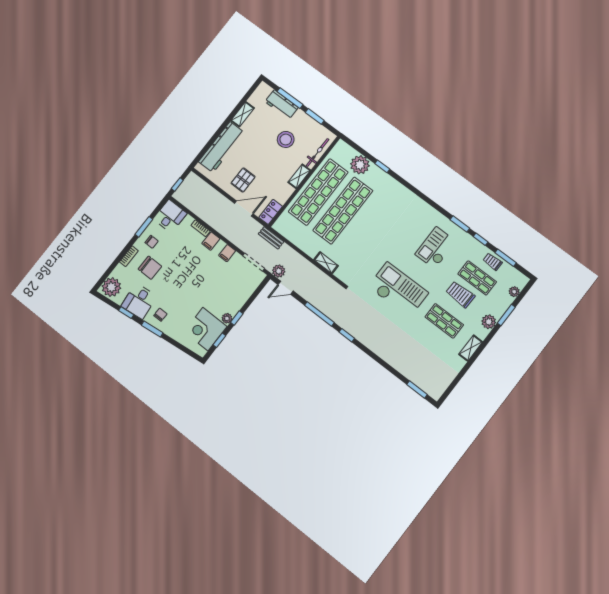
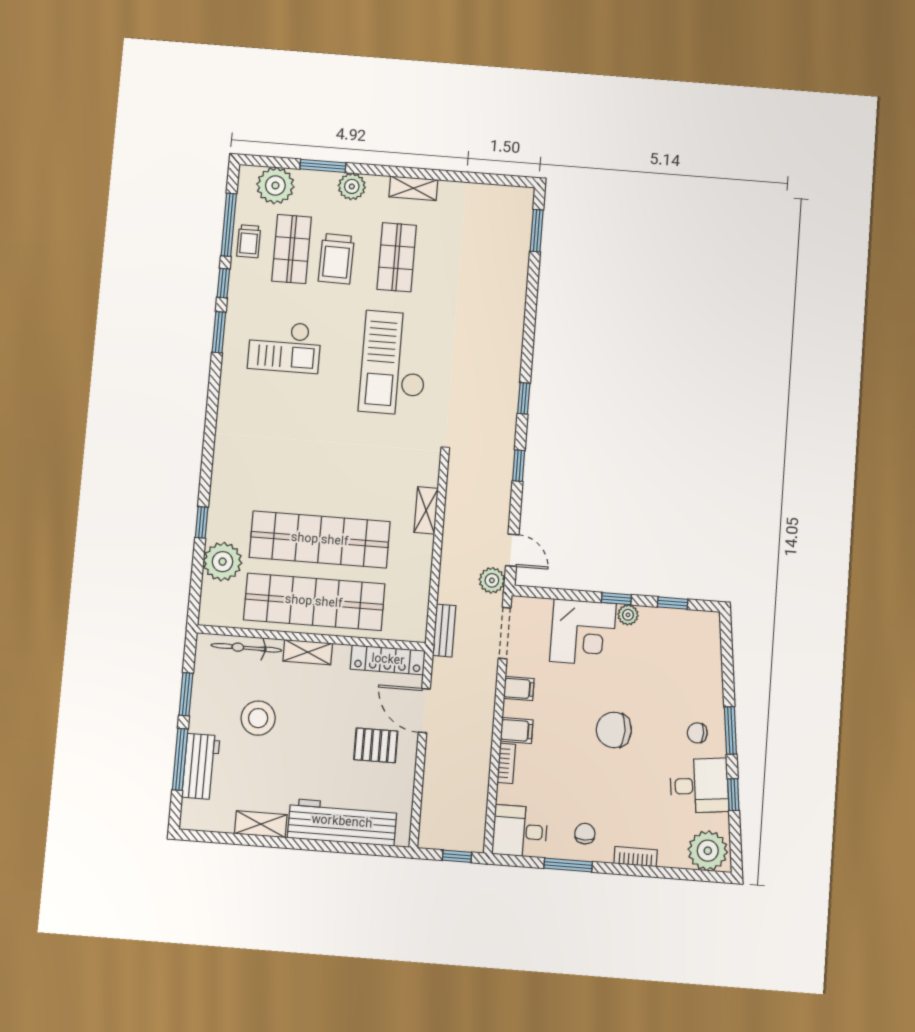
locker: (271, 212) -> (388, 660), width x1.53
window: (506, 258) -> (229, 225), width x1.44
chair: (150, 268) -> (614, 730), moved, turned -90
plant: (514, 292) -> (275, 185), width x1.87, depth x1.87
window: (319, 314) -> (519, 466), width x0.46
corner desk: (205, 329) -> (583, 632), moved

